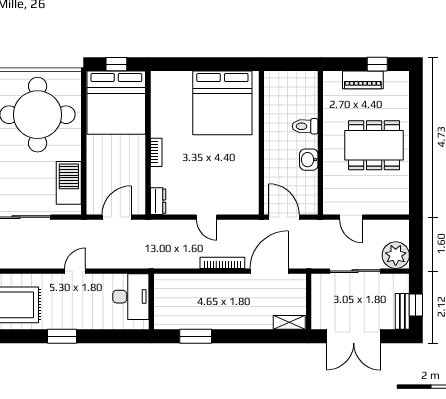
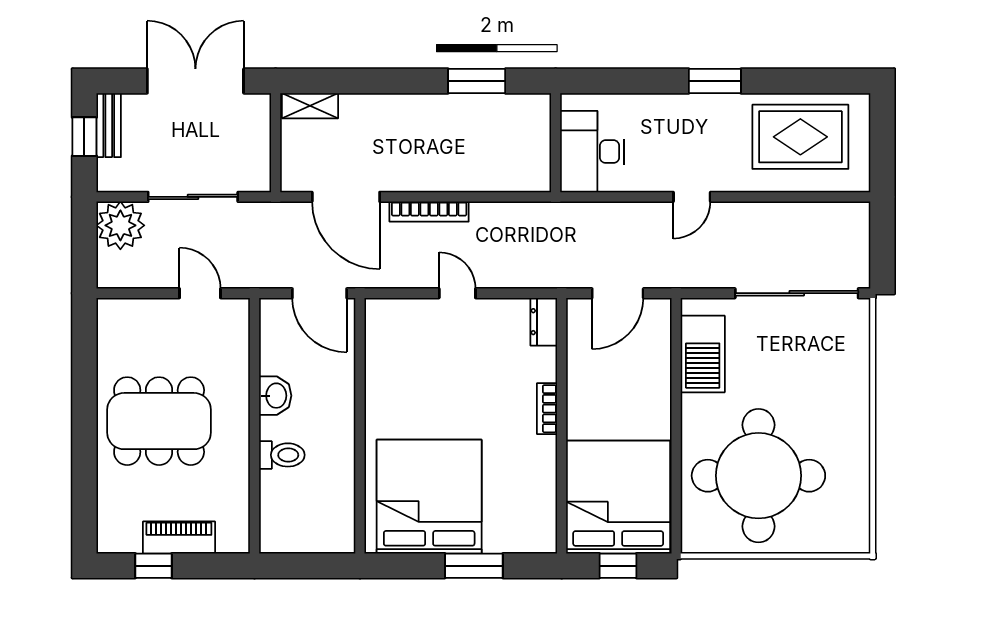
window: (197, 64) -> (474, 566), added
door: (269, 271) -> (346, 197), hinge flipped

